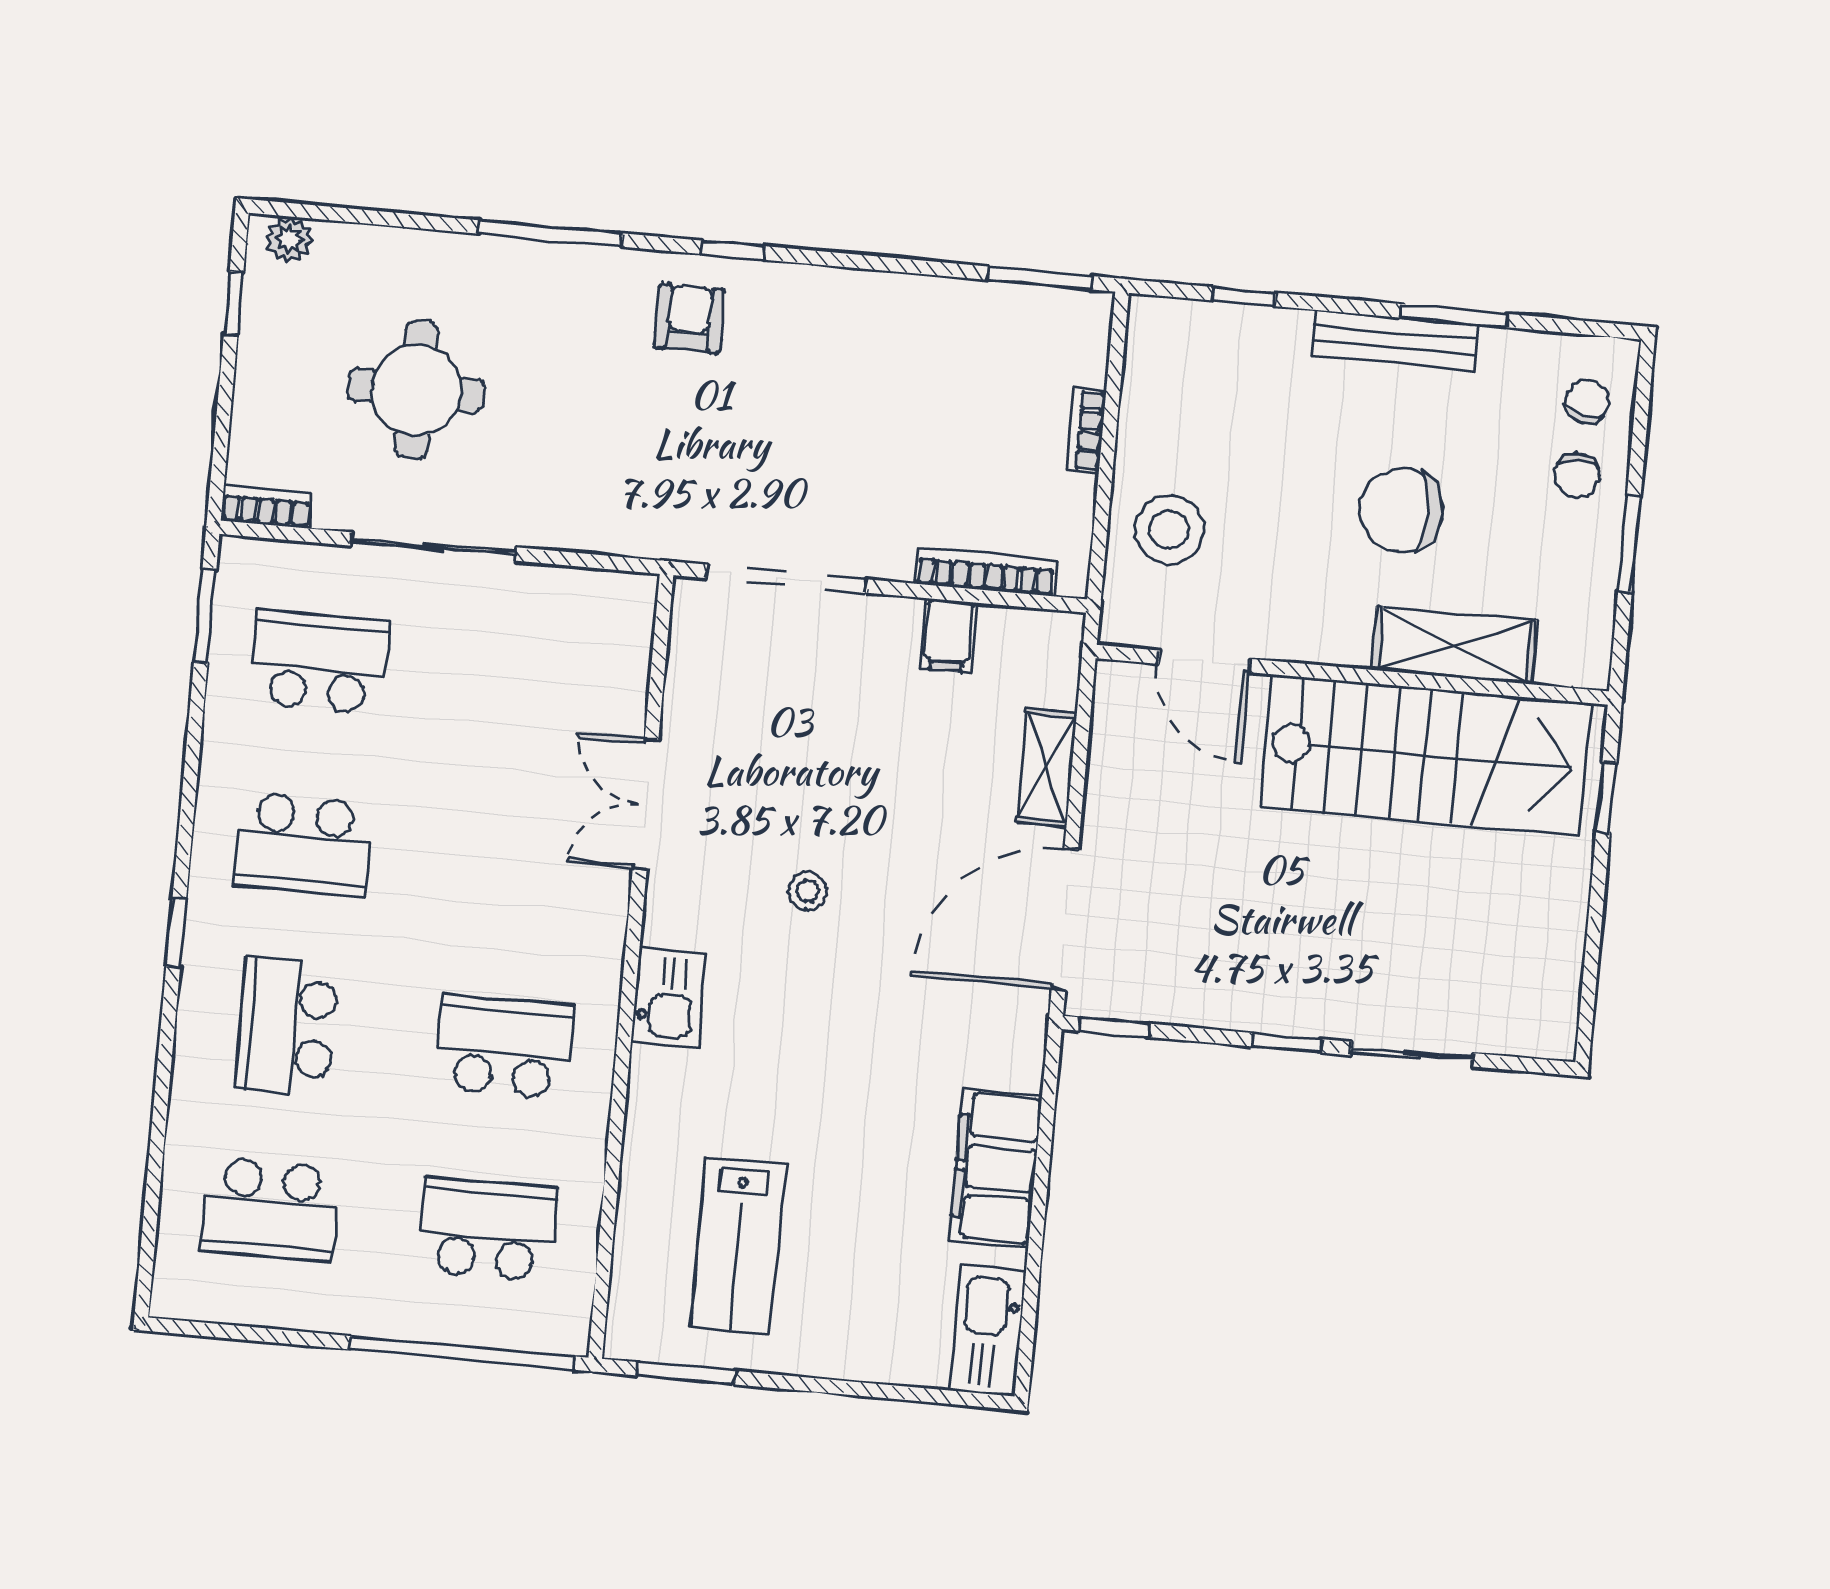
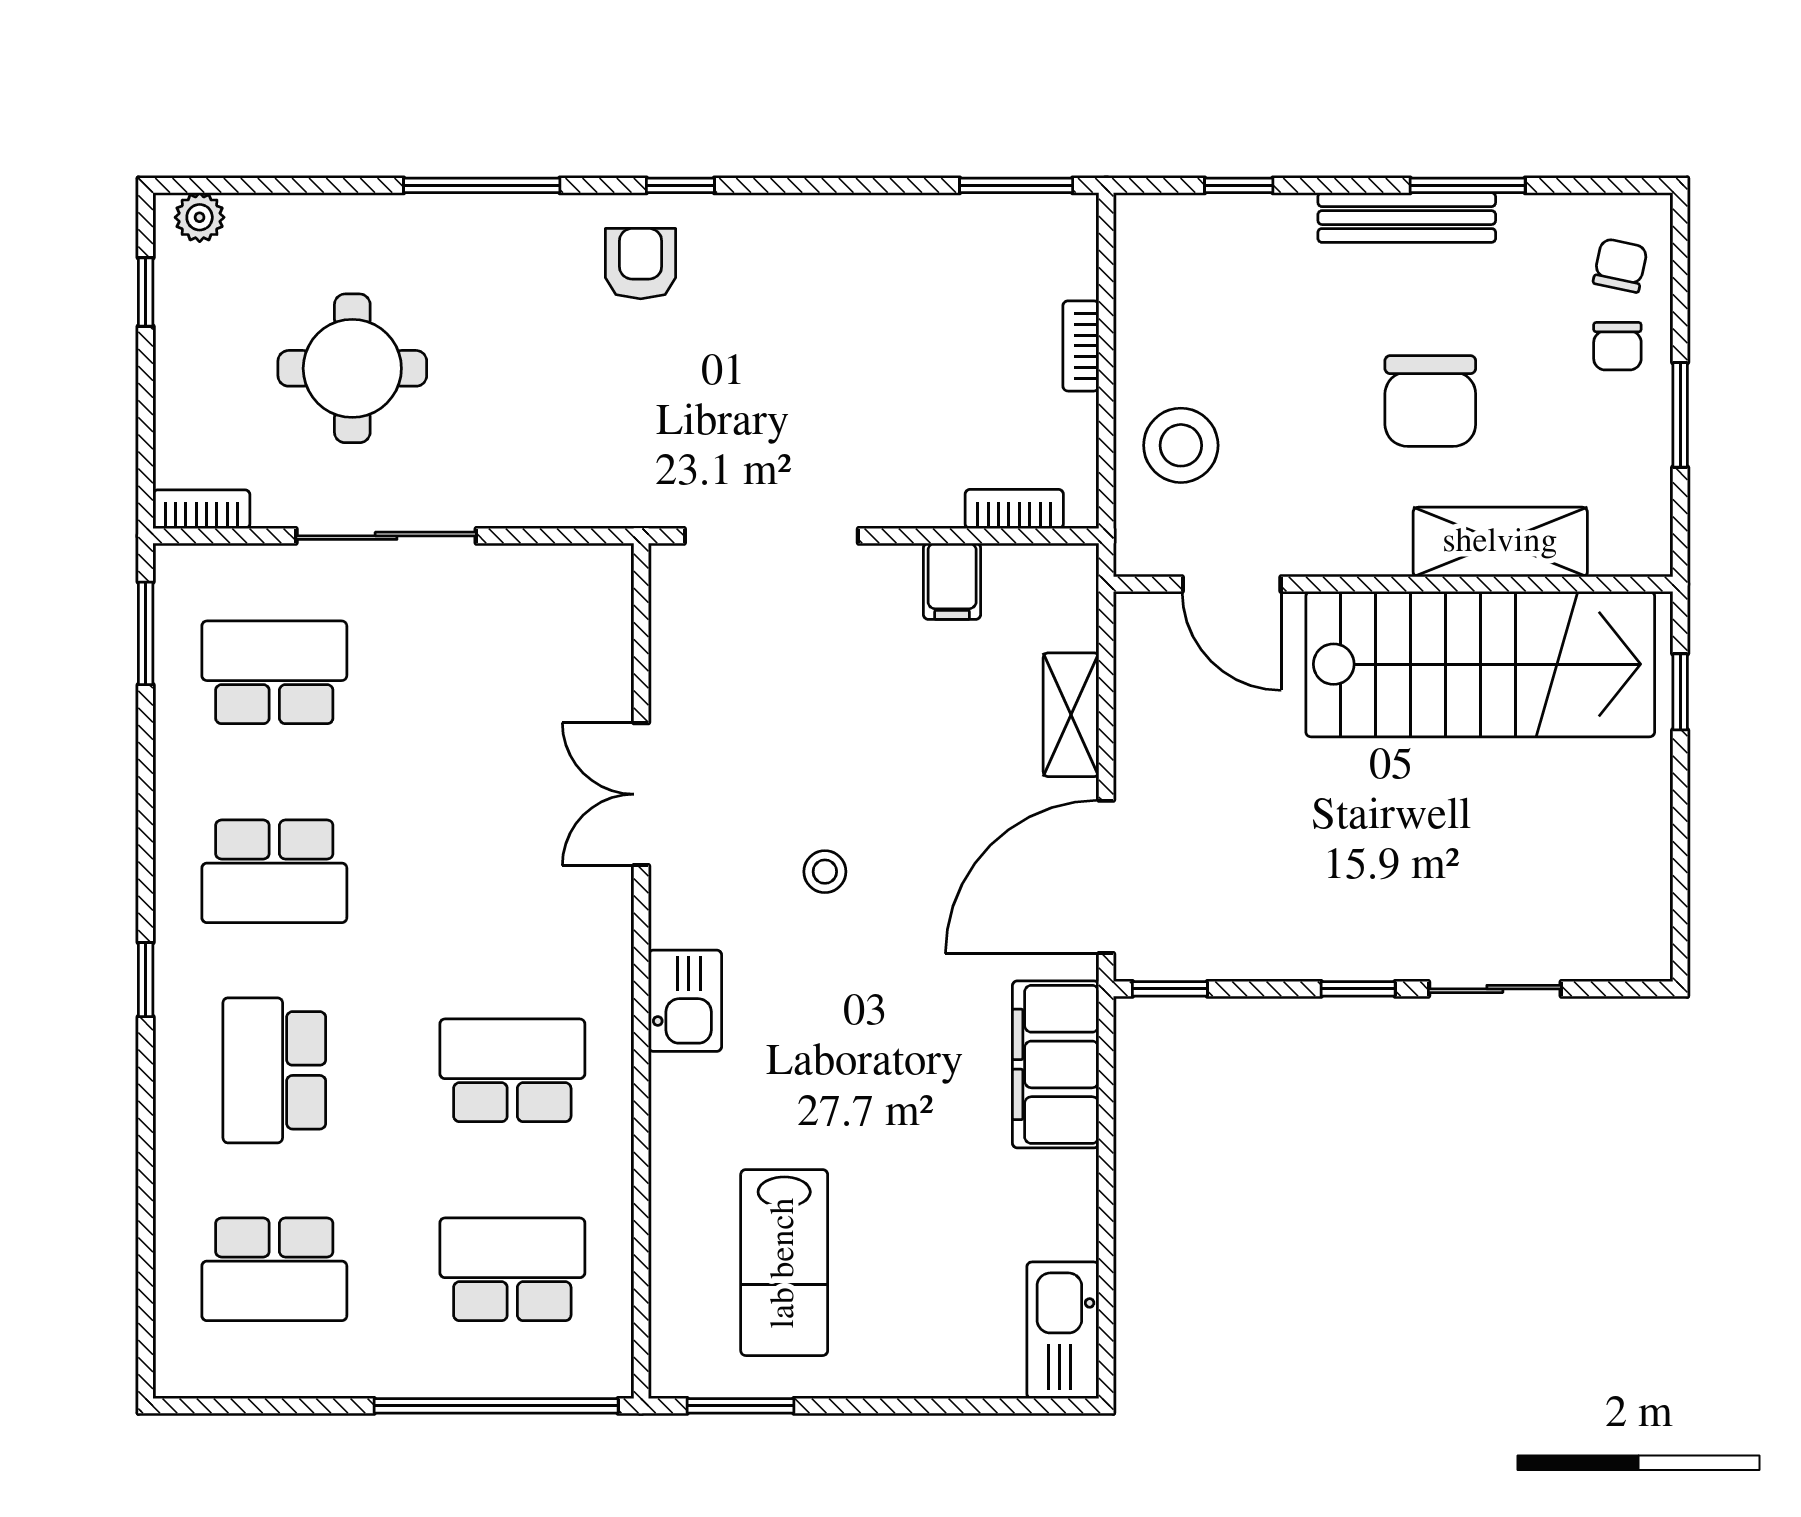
chair: (1402, 510) -> (1430, 401), turned -89
bookcase: (986, 572) -> (1014, 509), width x0.64
filing cabinet: (996, 1168) -> (1056, 1064), moved

